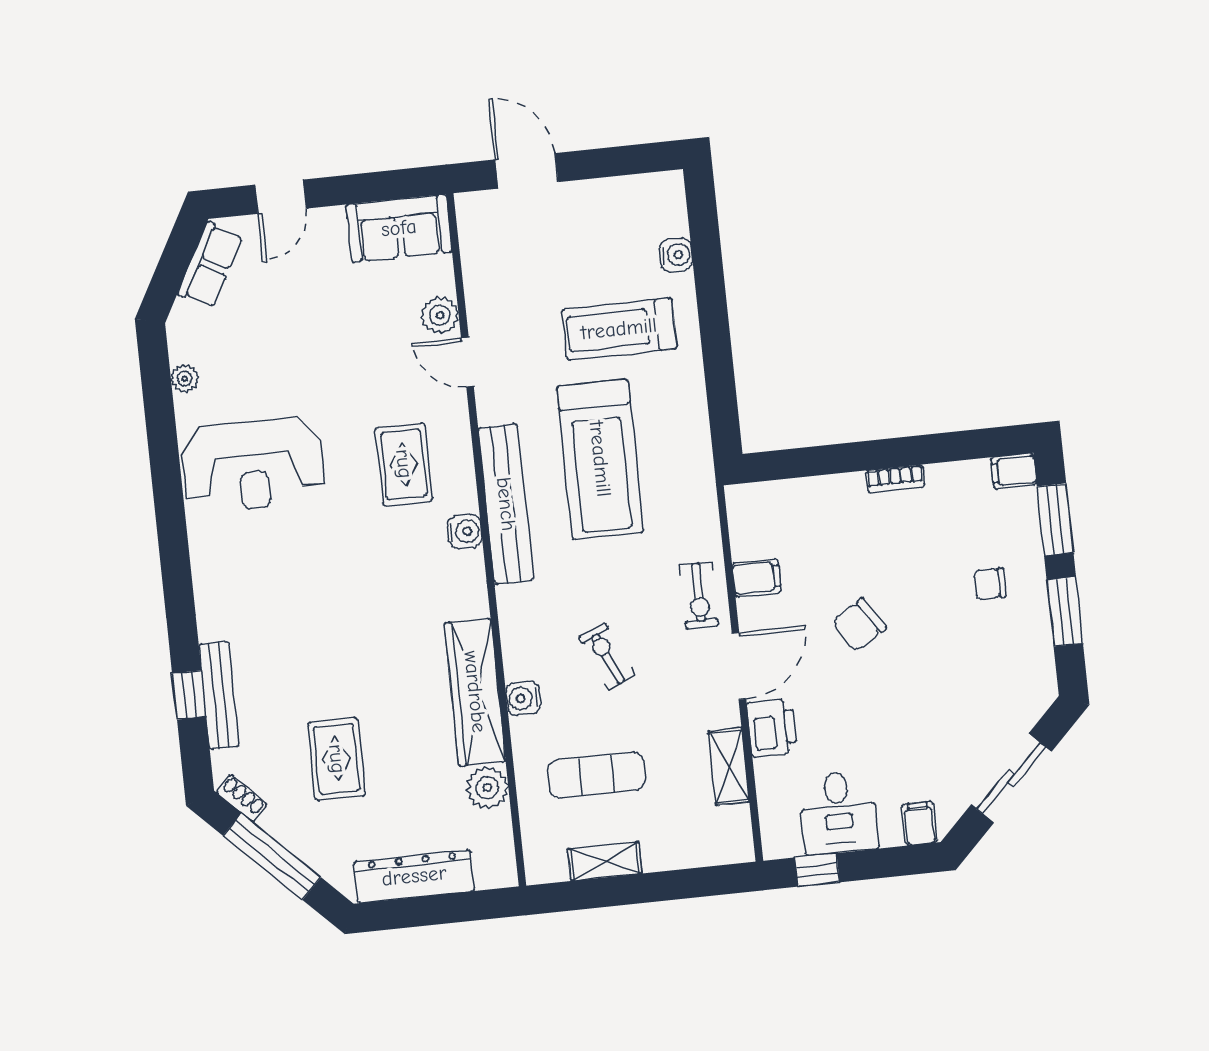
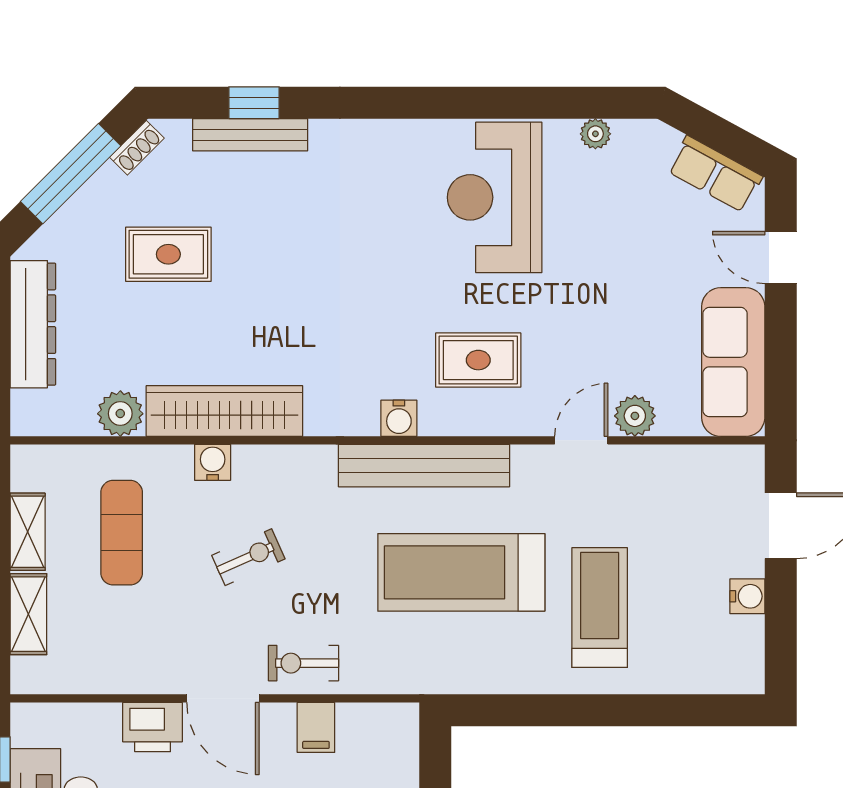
sofa: (399, 228) -> (733, 362), width x1.36
water cooler: (676, 255) -> (747, 596), moved, turned -90
shelving: (729, 766) -> (28, 614), moved, turned 90

